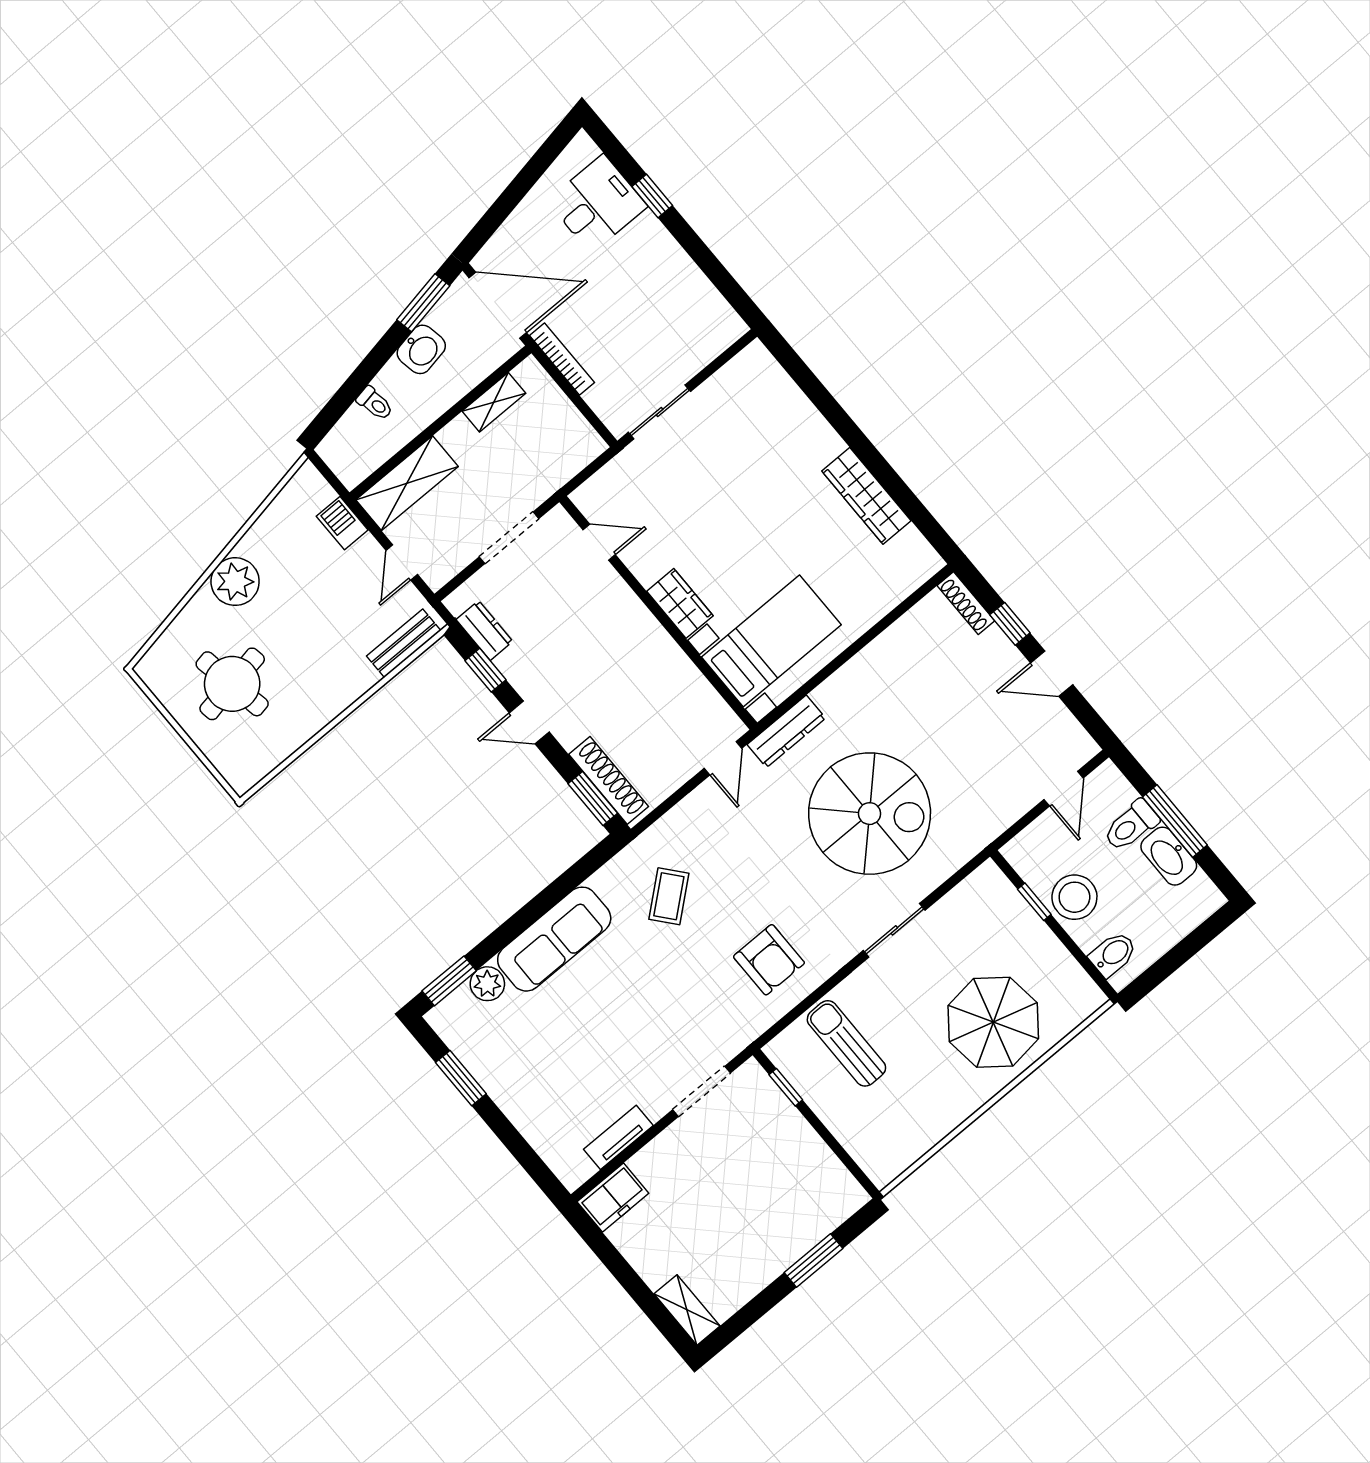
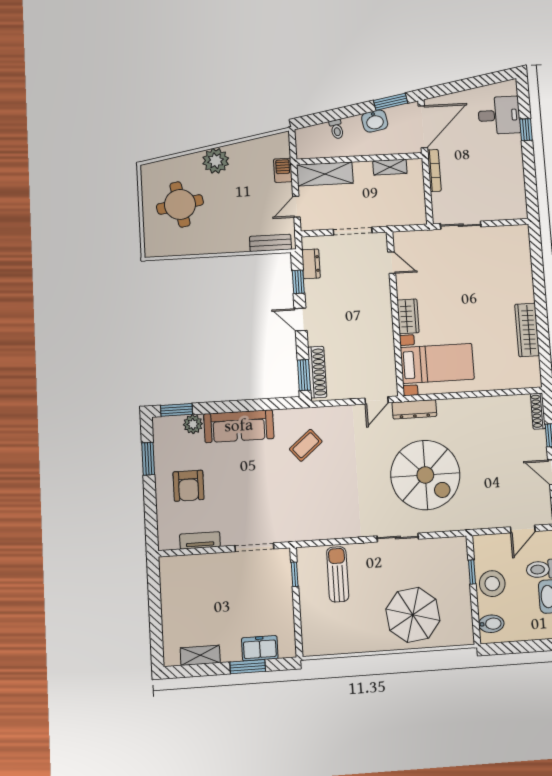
door: (498, 305) -> (423, 127), hinge flipped
armchair: (769, 960) -> (188, 486), moved
freezer: (613, 1198) -> (260, 648), moved, turned 180
shelving: (687, 1310) -> (200, 655), moved, turned 90

